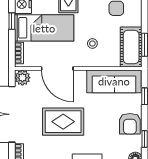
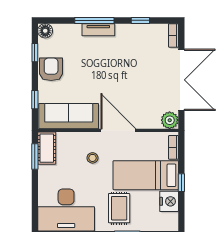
cot: (131, 47) -> (47, 148), width x0.73, depth x0.75
door: (57, 69) -> (118, 130), moved
rug: (63, 122) -> (125, 72), removed

